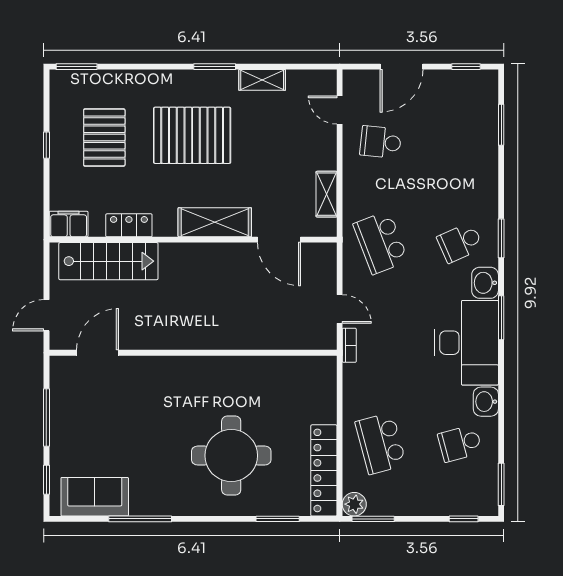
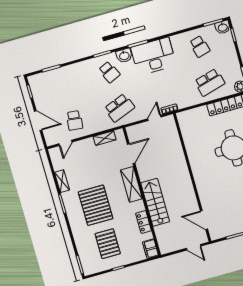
pallet: (104, 138) -> (108, 244), turned 90
stairs: (108, 261) -> (155, 202), moved
washbasin: (486, 402) -> (223, 27), moved

